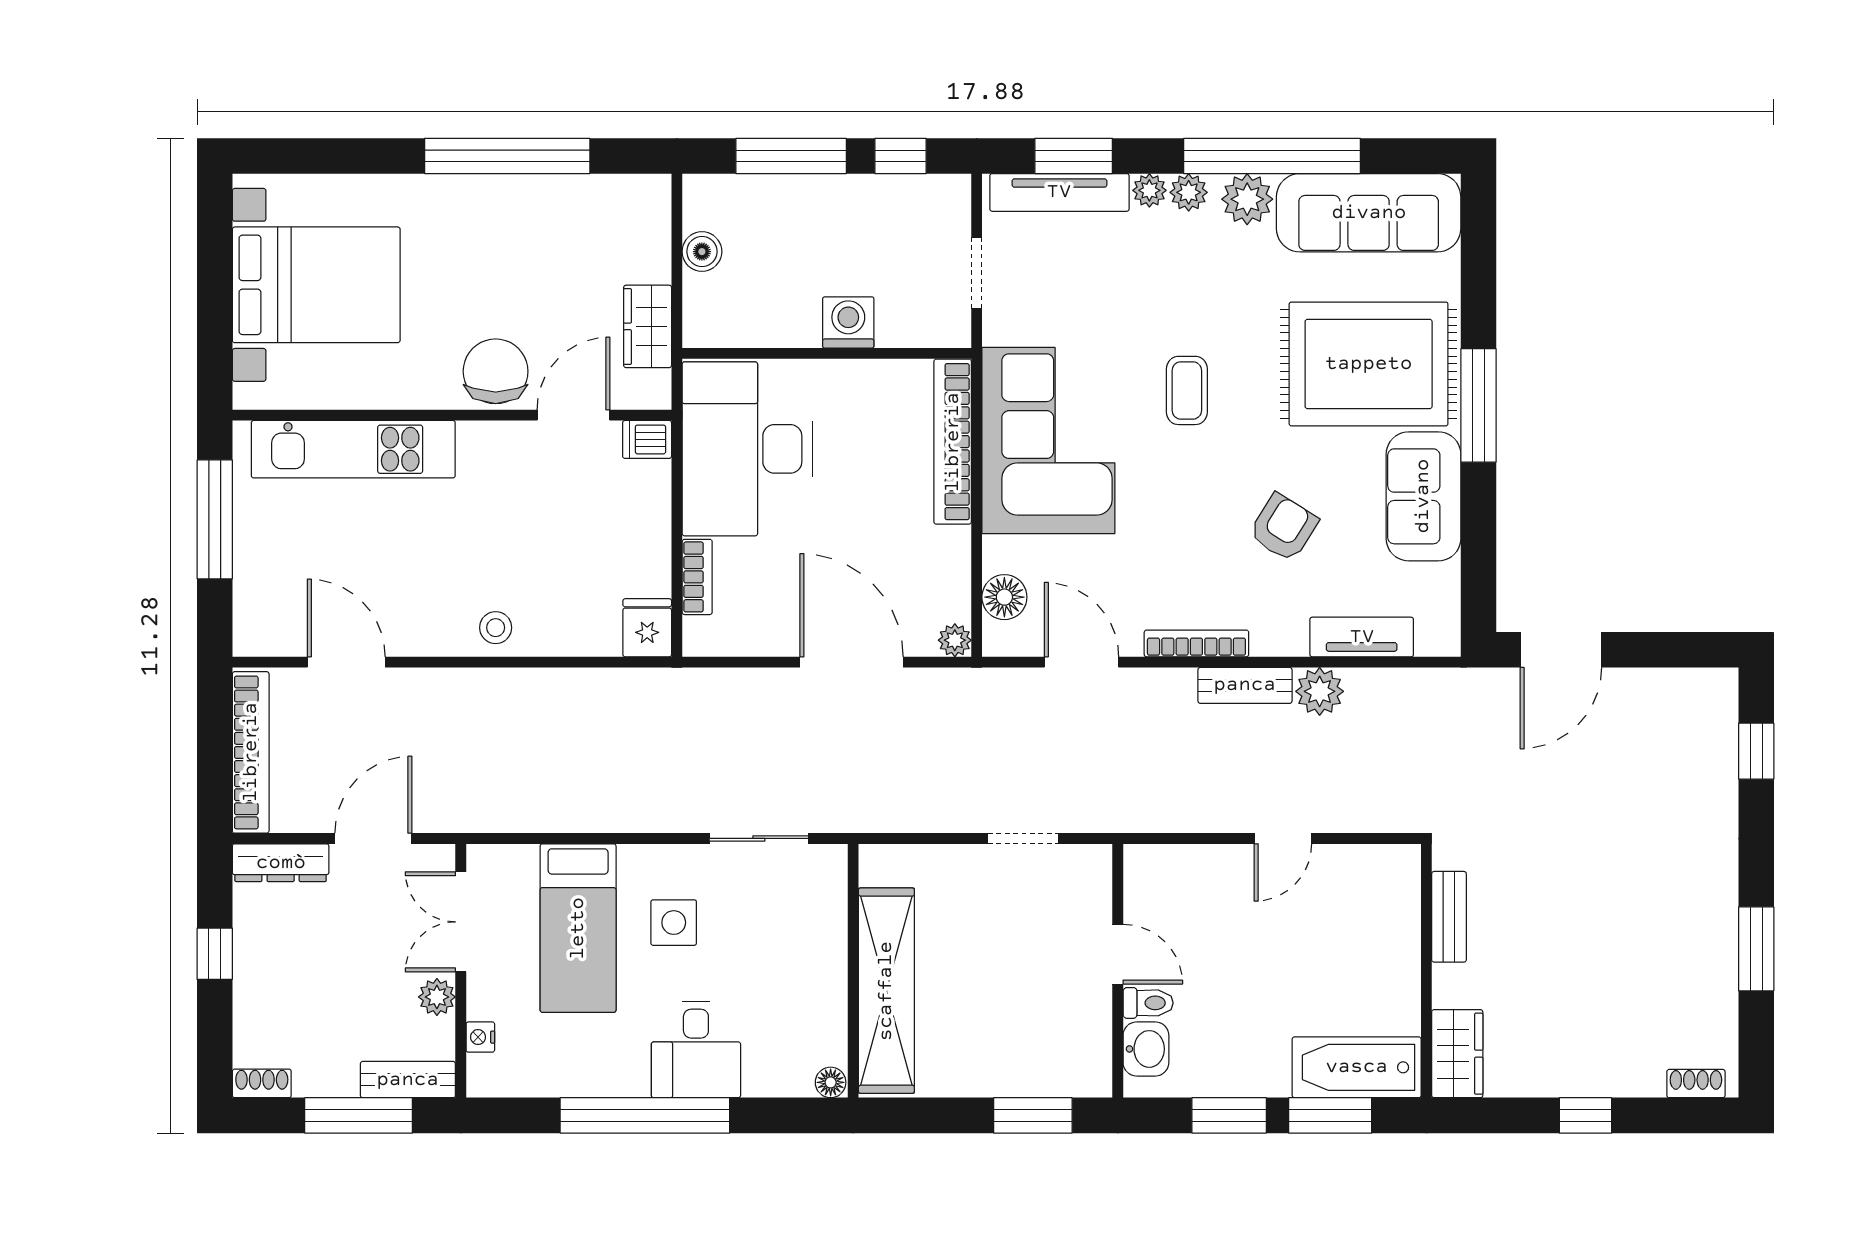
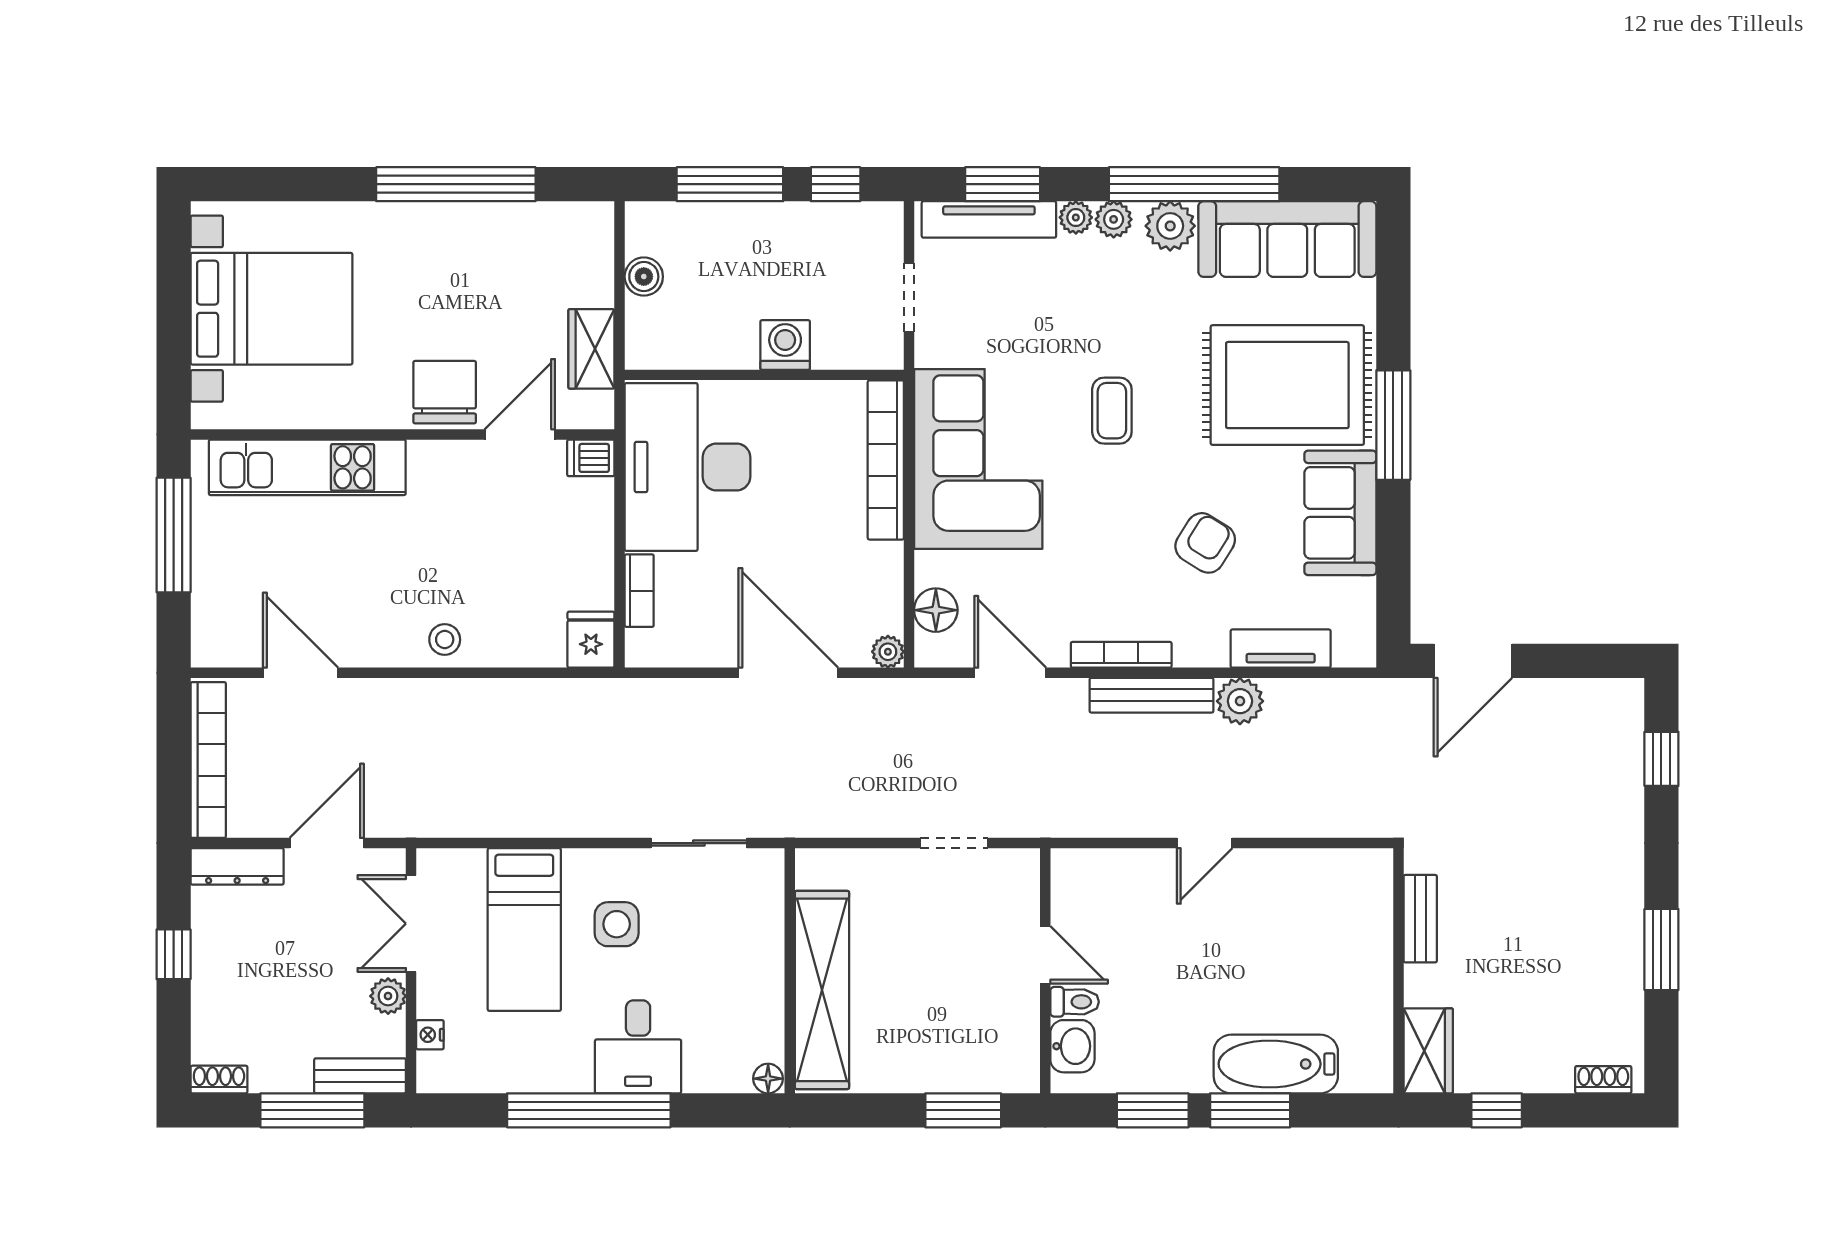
bench: (1245, 685) -> (1152, 695), width x1.36
bench: (1449, 917) -> (1420, 919), moved
wall: (1426, 971) -> (1398, 971), moved
wardrobe: (1457, 1054) -> (1428, 1051), moved

